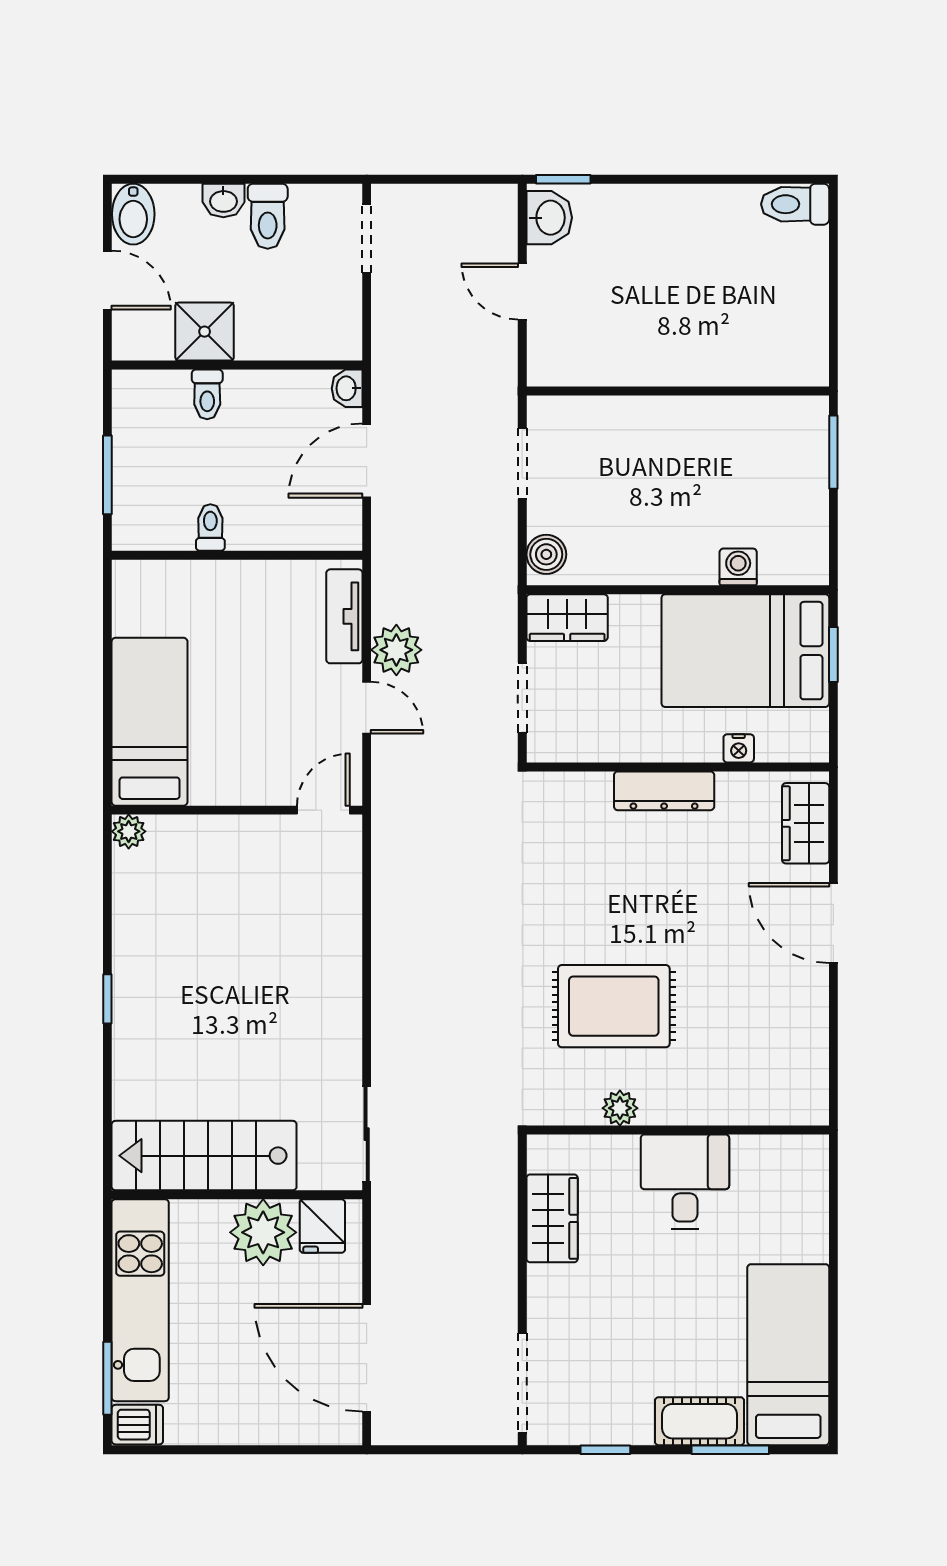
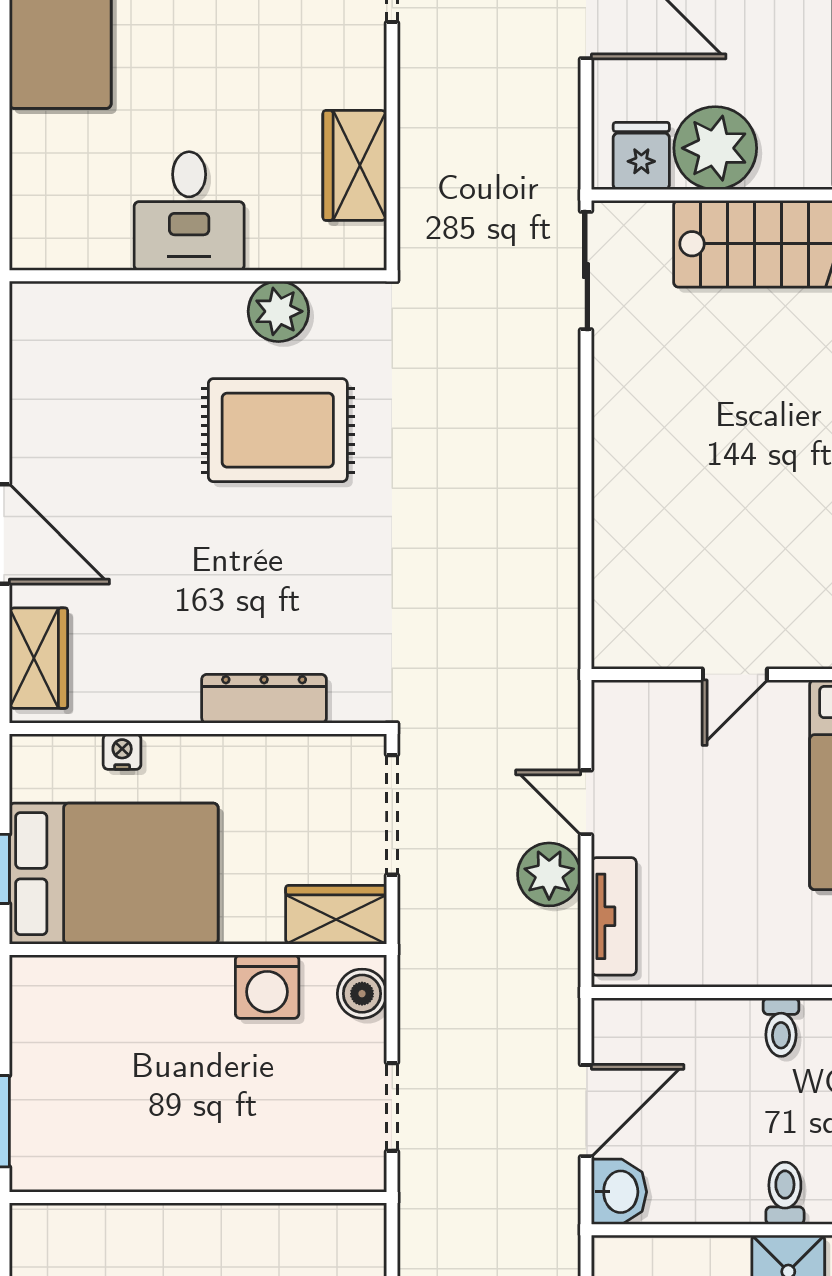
washbasin: (347, 388) -> (619, 1192), width x1.38, depth x1.45
washing machine: (738, 567) -> (267, 987), moved, width x1.38, depth x1.38
doorway: (522, 698) -> (392, 815), width x1.38
dresser: (664, 791) -> (264, 699), moved
door: (323, 810) -> (735, 675), moved
plant: (620, 1108) -> (278, 311), width x1.38, depth x1.38

